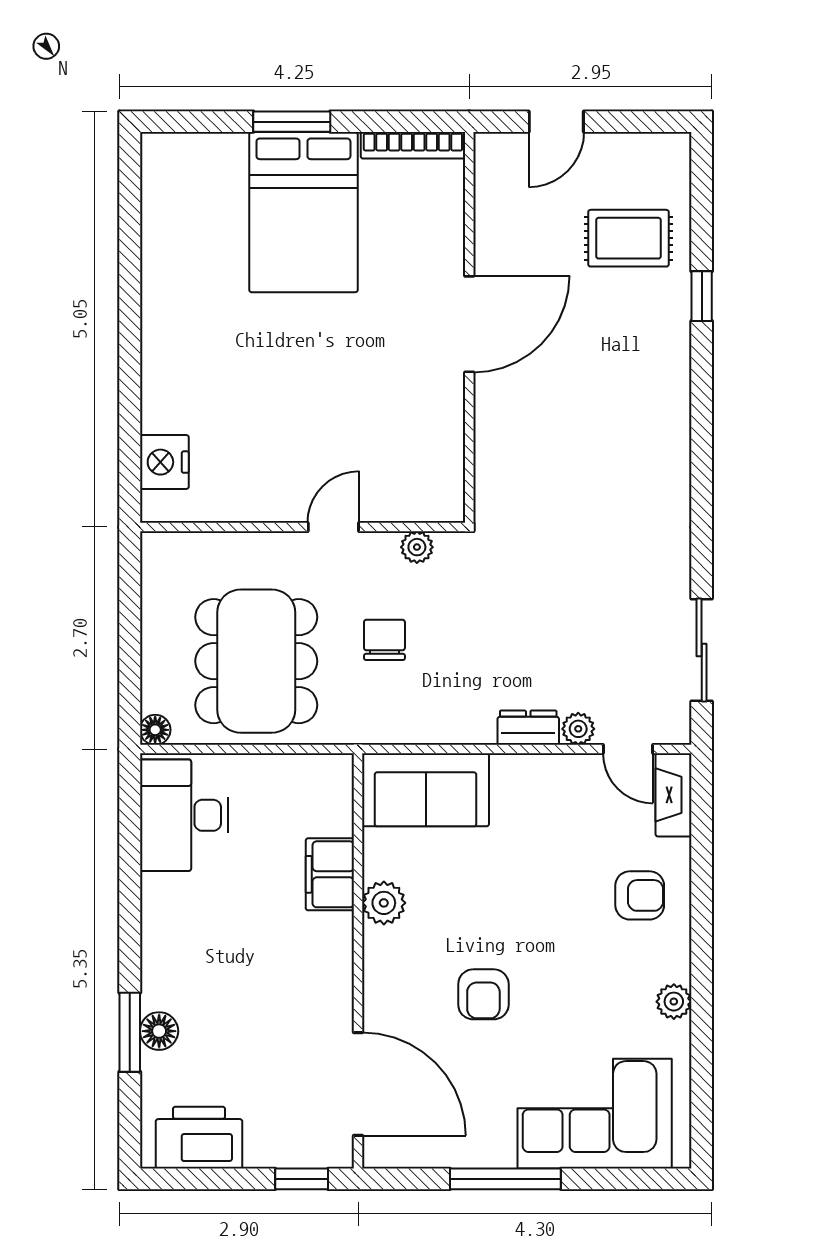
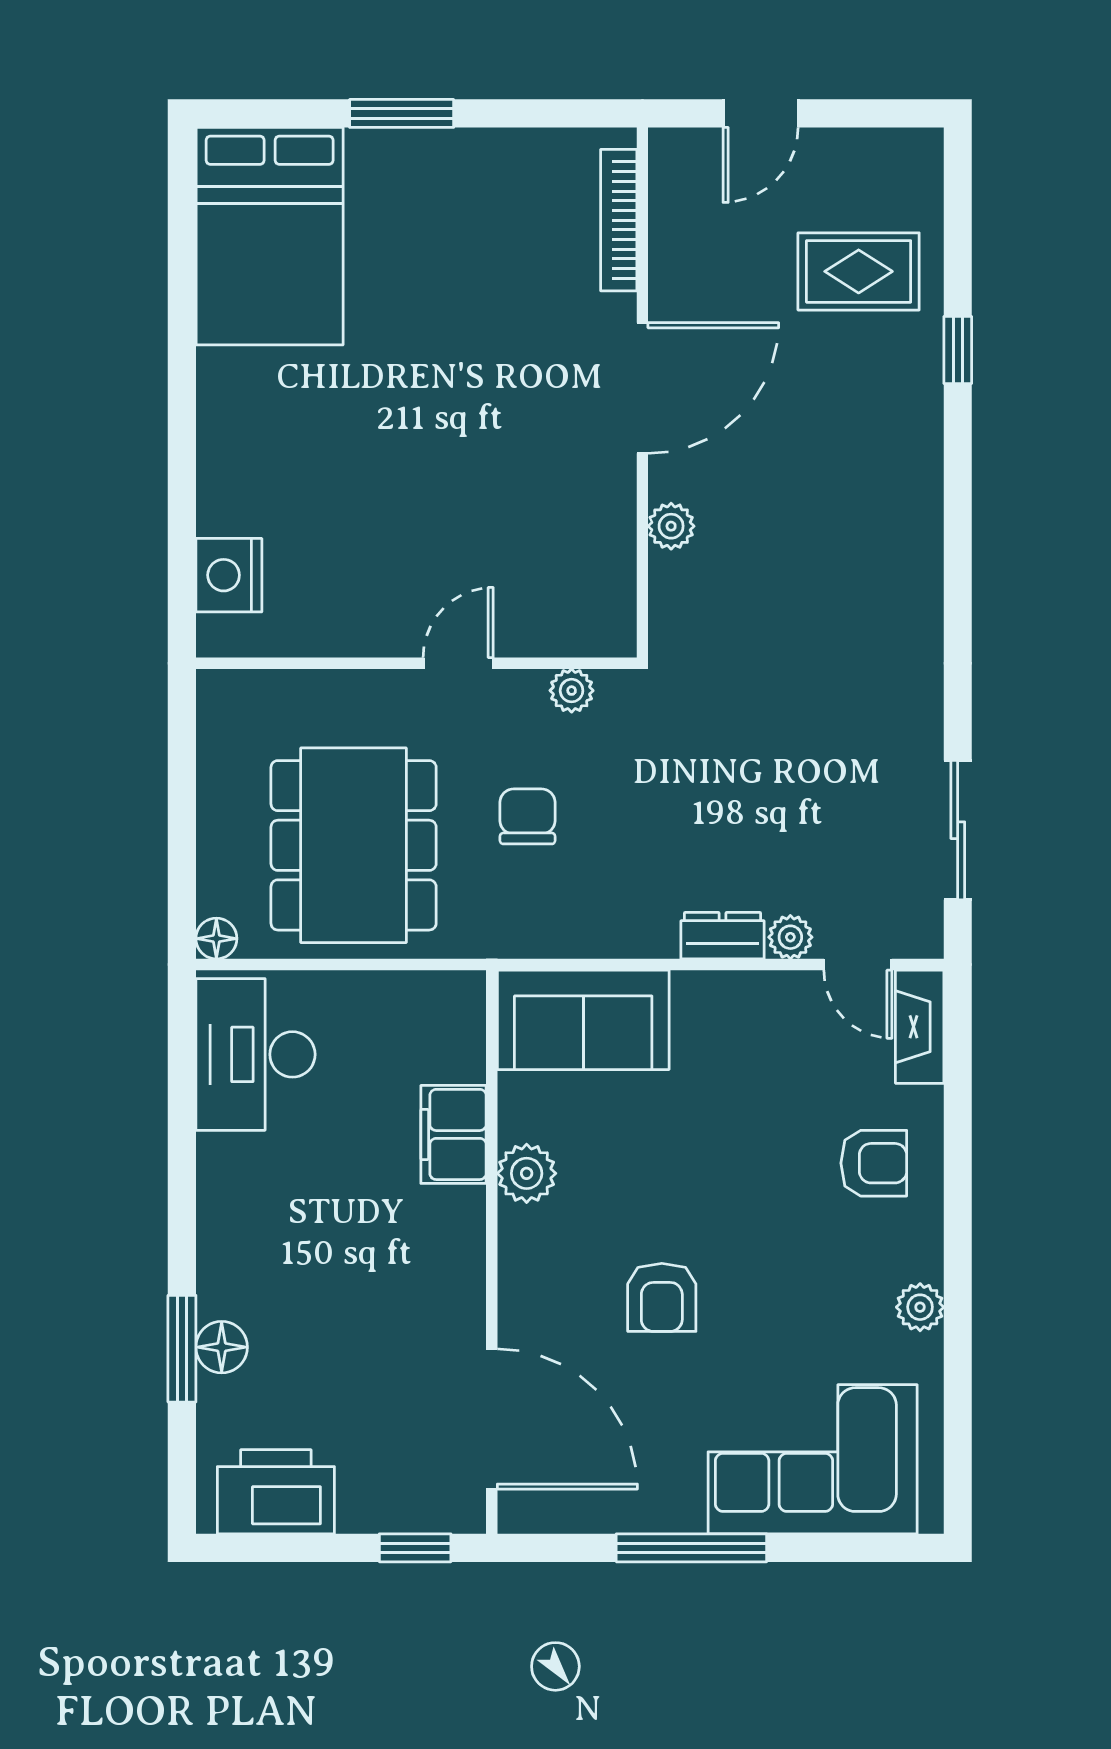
bookcase: (413, 145) -> (619, 220), moved, turned 90
bed: (303, 212) -> (270, 236), moved
plant: (490, 426) -> (671, 526), added

